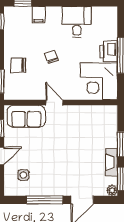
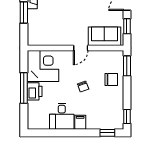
filing cabinet: (39, 15) -> (80, 122), moved
door: (54, 102) -> (81, 48), hinge flipped

